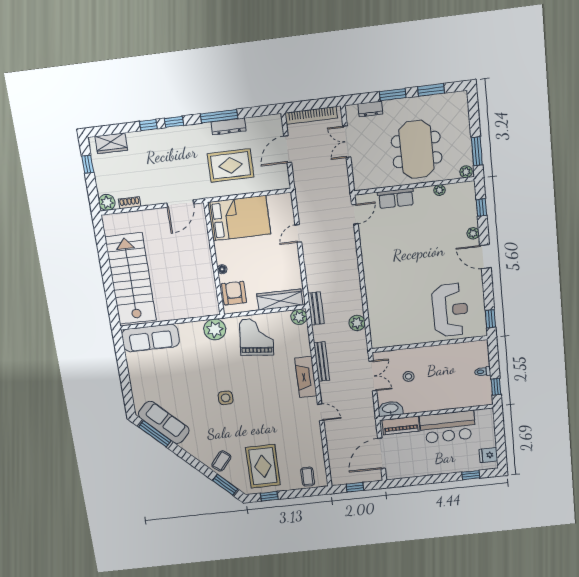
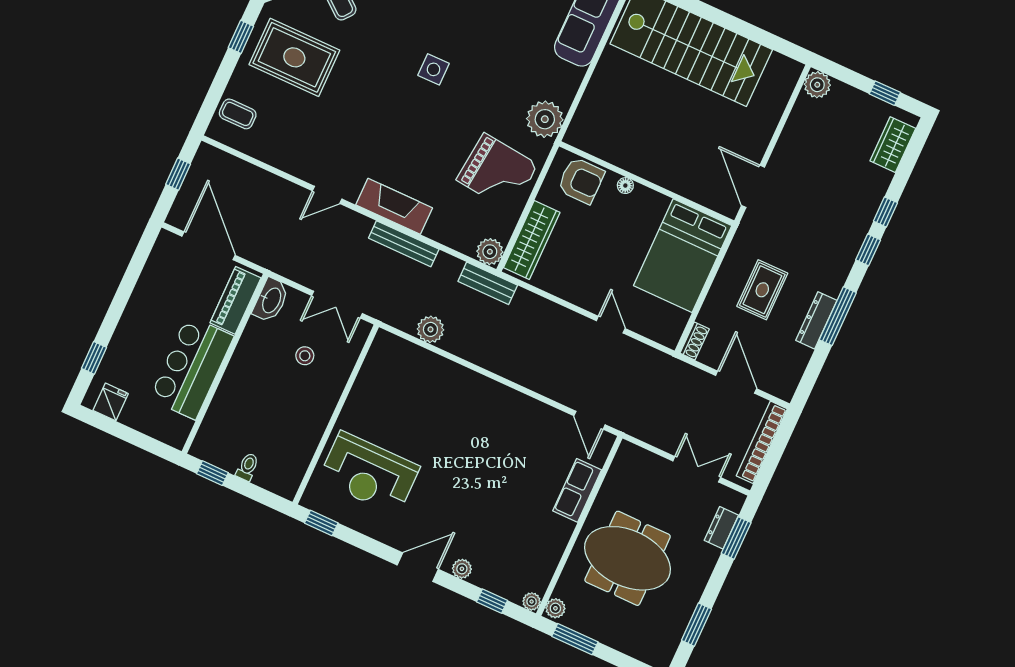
window: (393, 95) -> (736, 538), moved
rug: (231, 165) -> (762, 290), width x0.73, depth x0.70
plant: (439, 190) -> (532, 602), moved
shoe rack: (130, 203) -> (695, 341), moved

